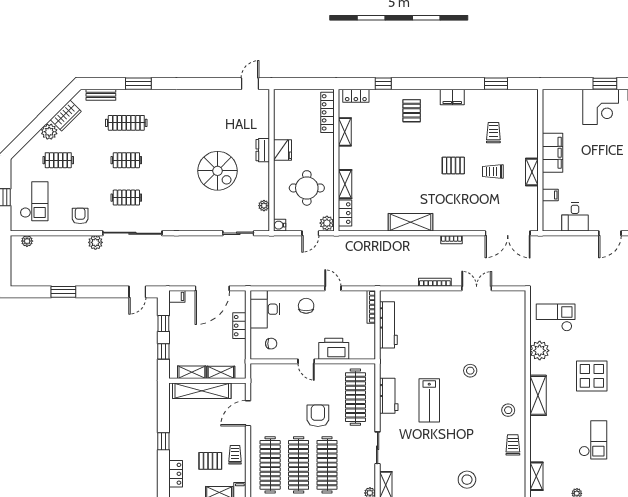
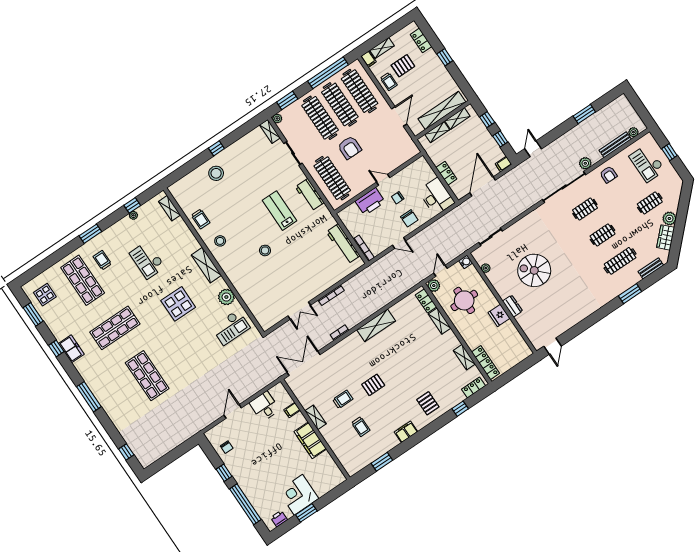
bench: (54, 241) -> (615, 145), added
chair: (271, 344) -> (398, 198), moved

